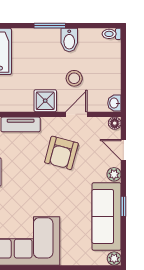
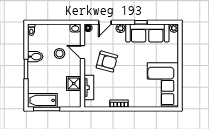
shower: (45, 101) -> (74, 83), moved

